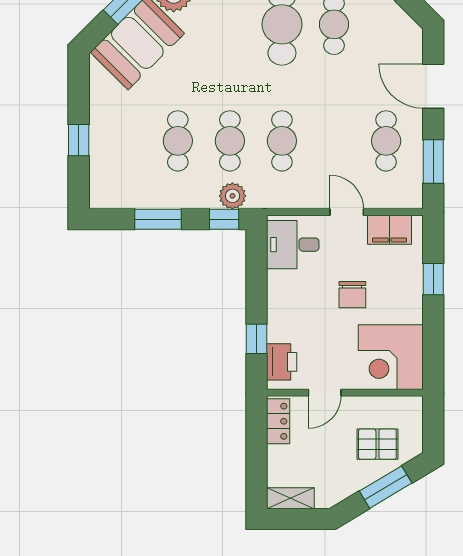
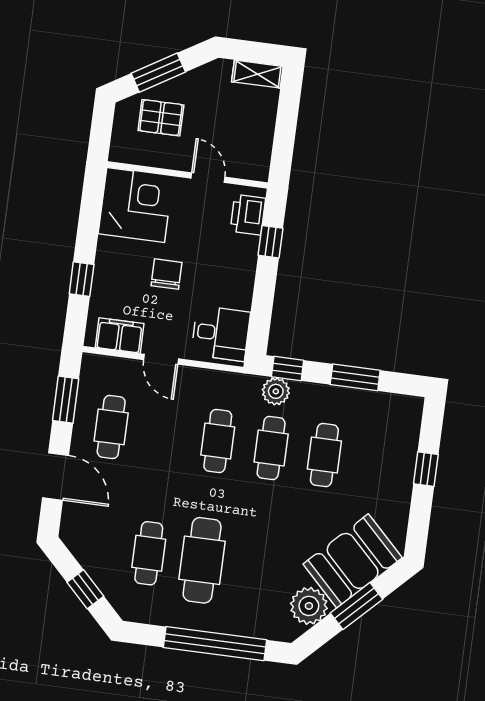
door: (325, 393) -> (208, 178), hinge flipped
locker: (278, 421) -> (260, 154), removed

